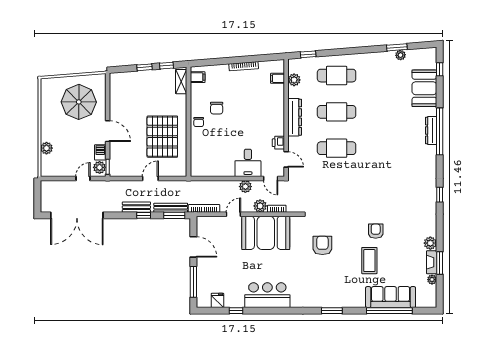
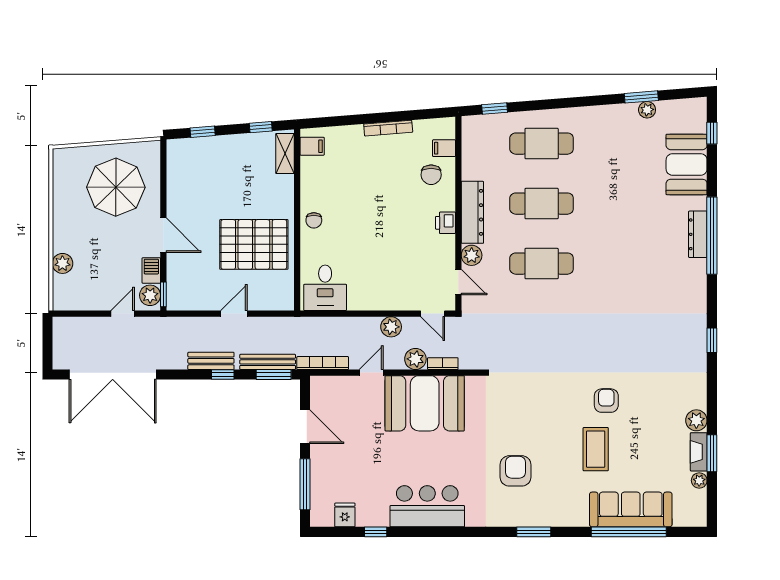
window: (145, 67) -> (203, 132), moved
plant: (294, 80) -> (472, 255), moved
chair: (217, 108) -> (431, 175), moved
pallet: (162, 137) -> (254, 244), turned 90
printer: (278, 143) -> (445, 223), moved
desk: (248, 163) -> (325, 288), moved
armchair: (322, 245) -> (516, 471), moved

